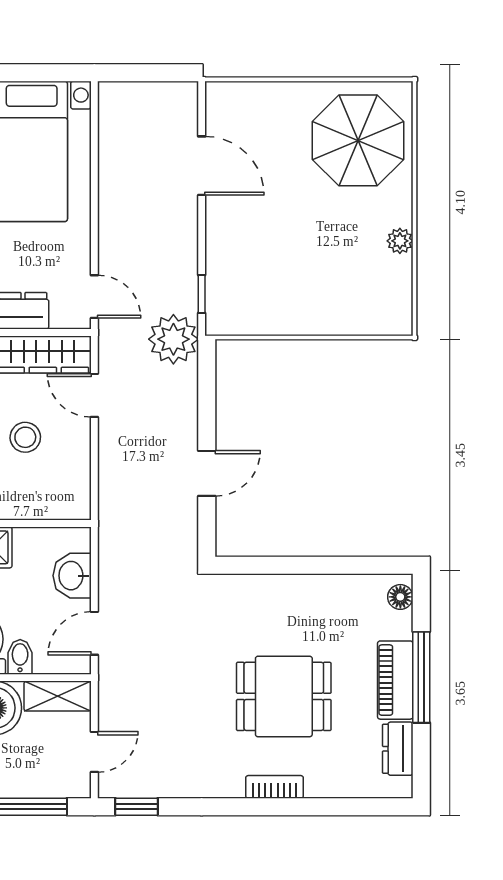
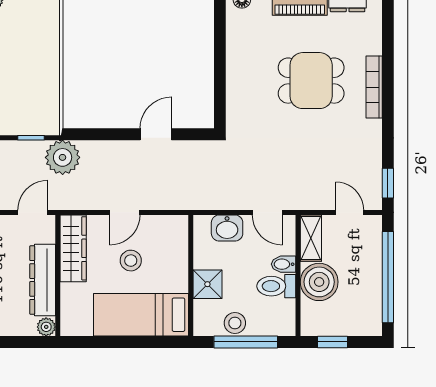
door: (94, 395) -> (125, 212), moved
door: (207, 473) -> (156, 134), hinge flipped
dining table: (284, 696) -> (311, 81), turned 90
bookcase: (275, 787) -> (374, 87), width x1.56

